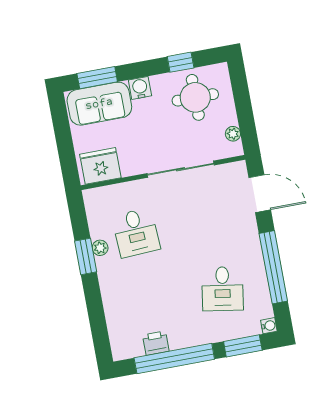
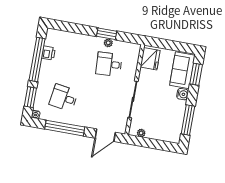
window: (181, 62) -> (188, 120), width x2.17
round table: (195, 97) -> (167, 121), removed

